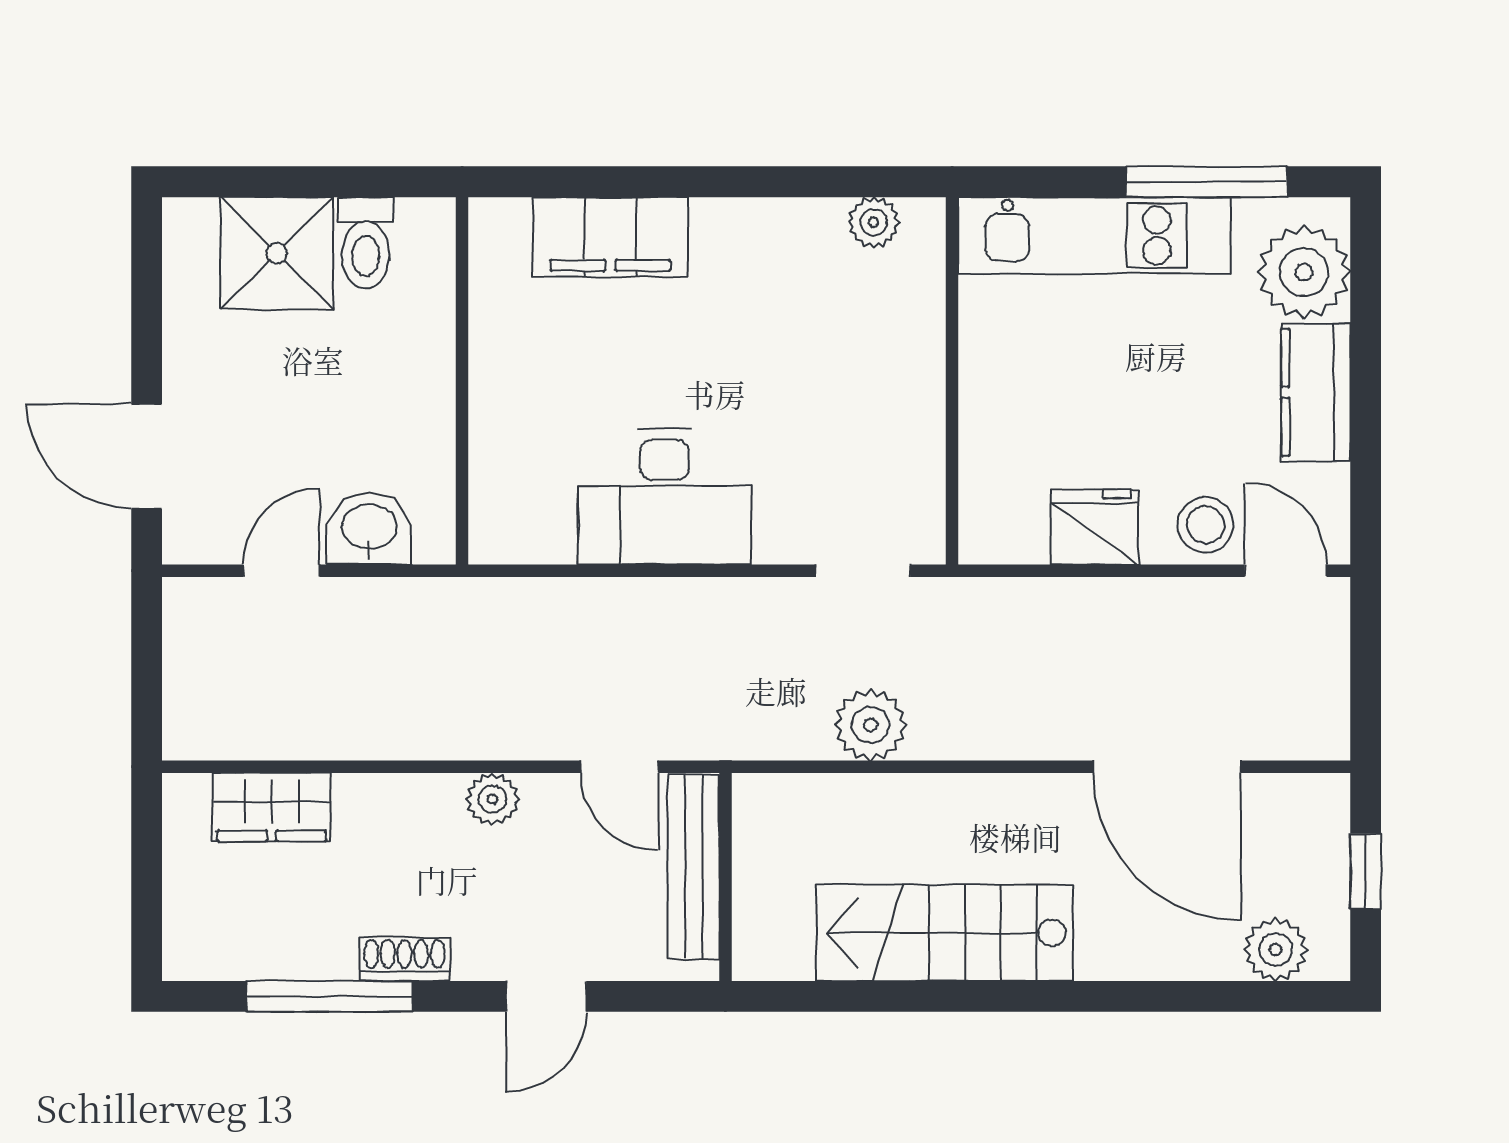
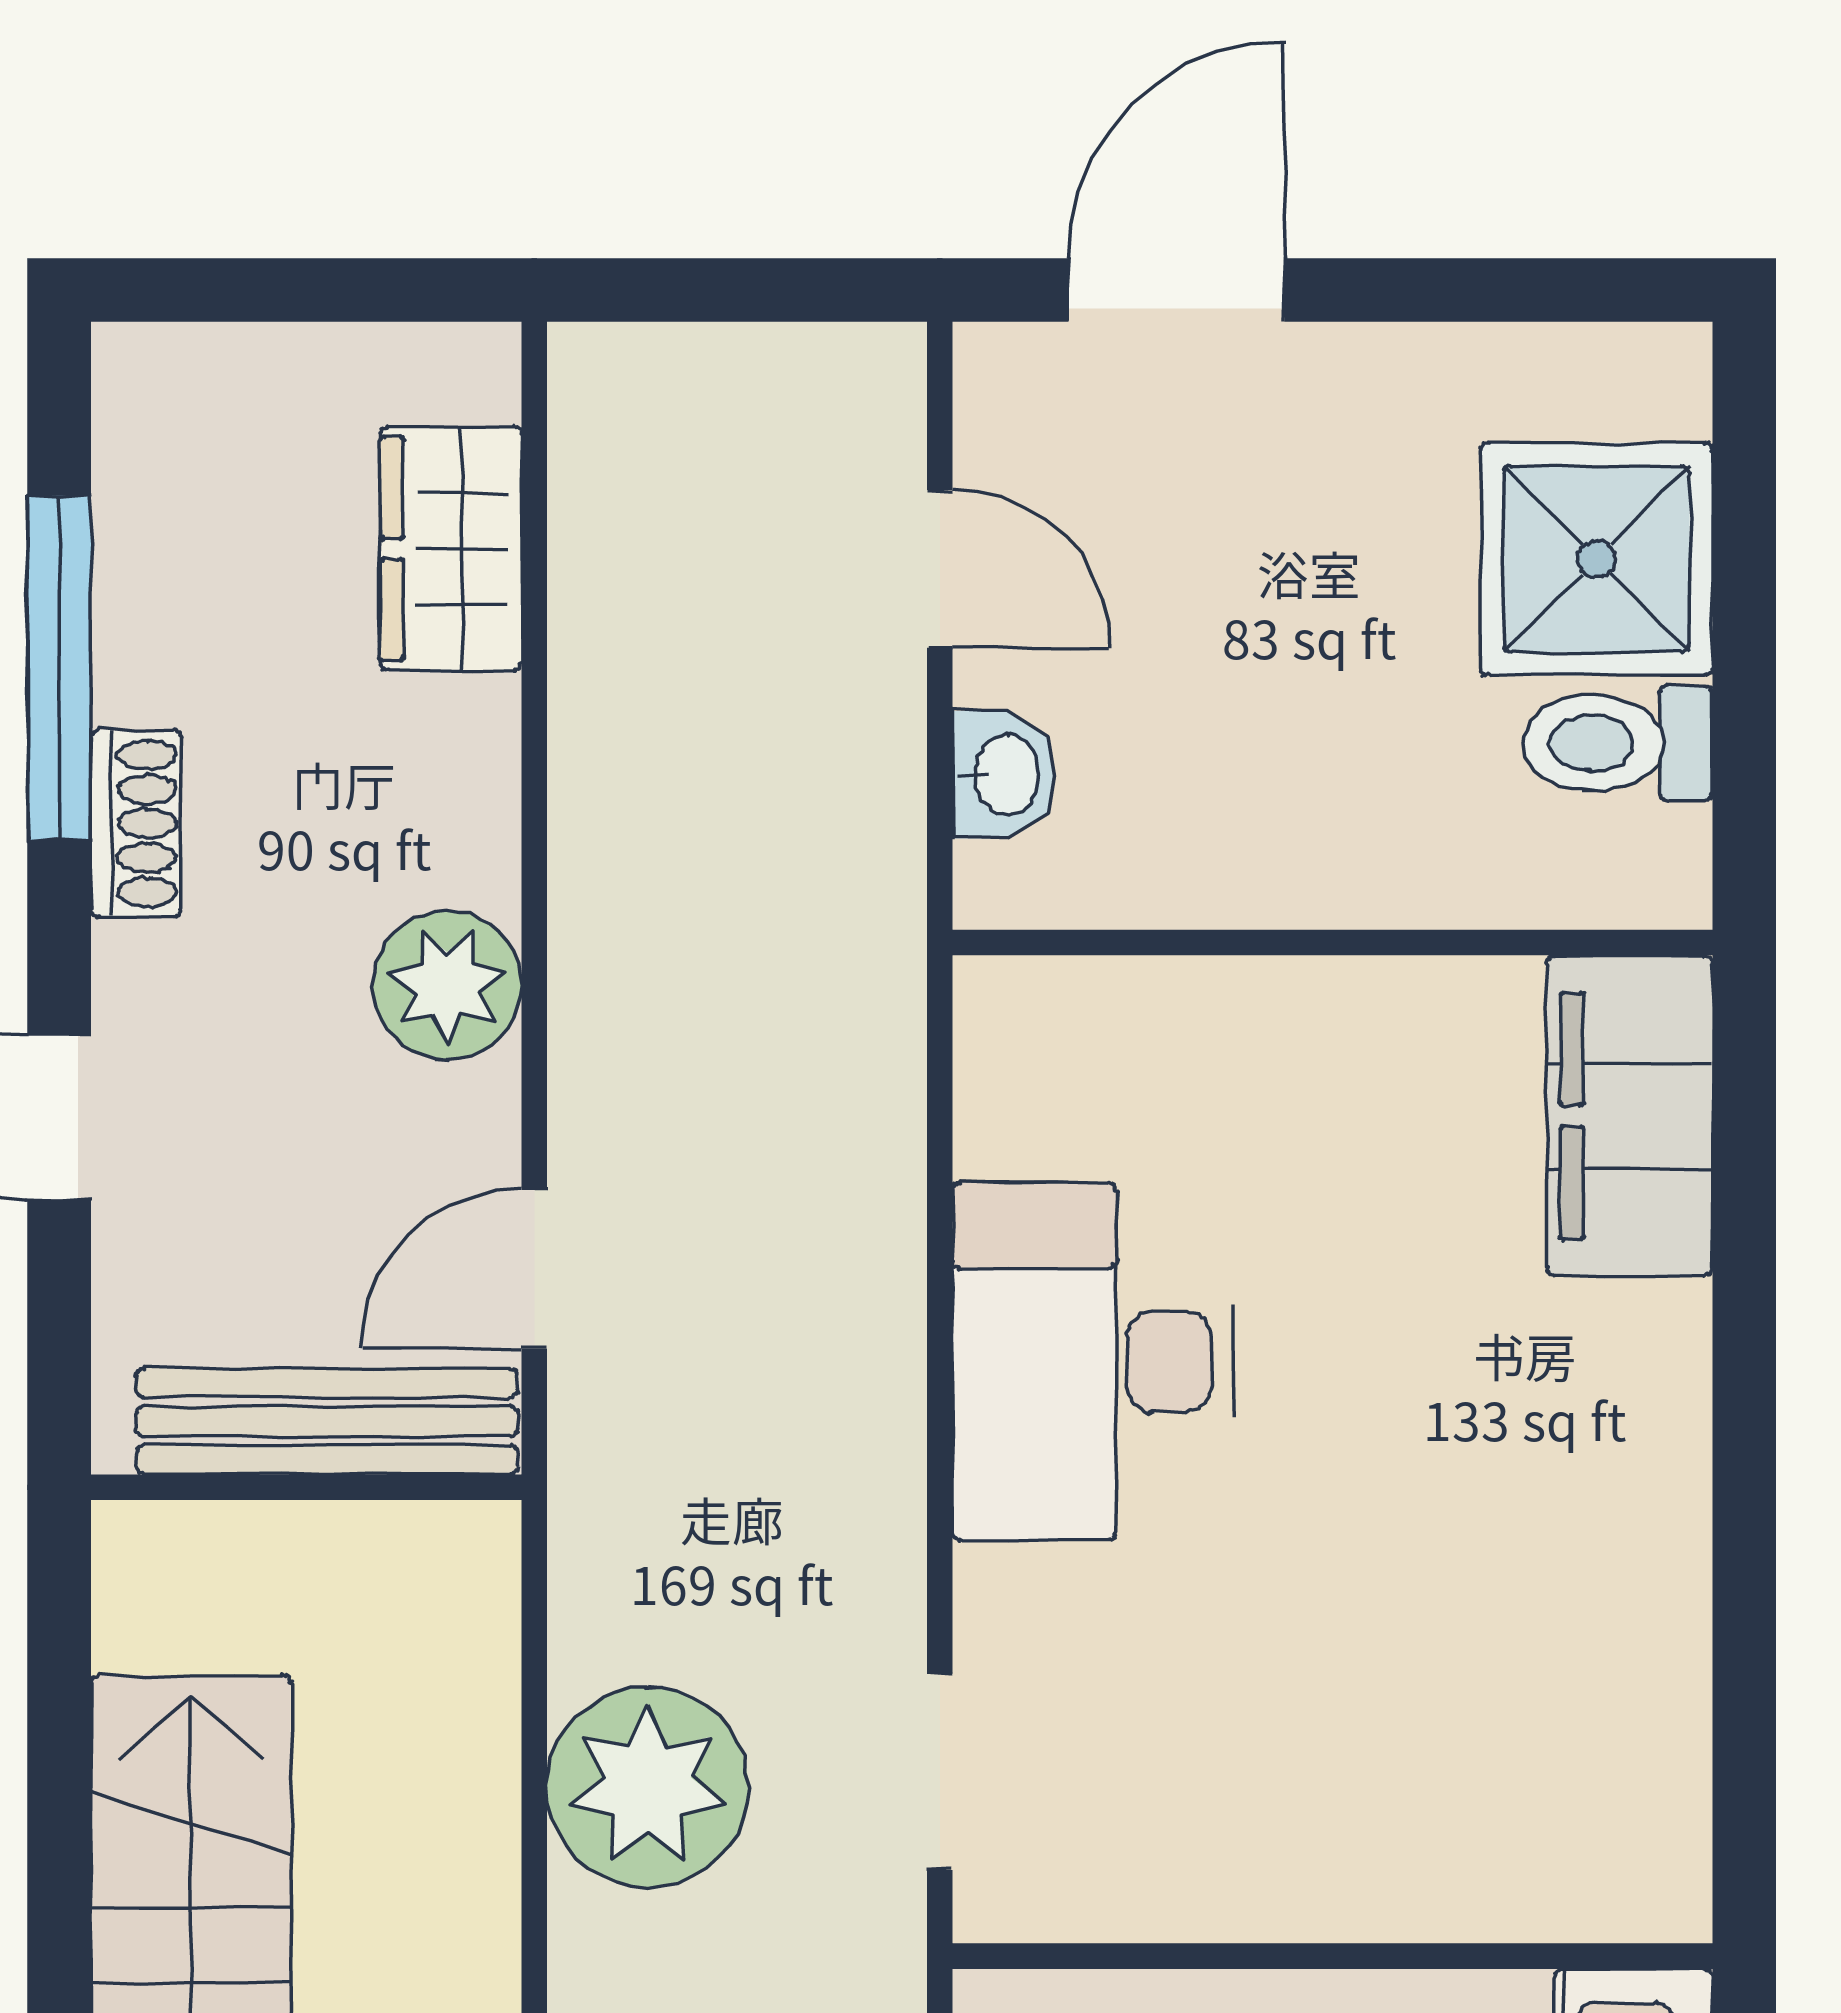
plant: (874, 222) -> (1660, 1794), removed
filing cabinet: (610, 237) -> (1630, 1116), moved
washbasin: (369, 529) -> (1004, 775), width x0.72, depth x0.69
plant: (870, 725) -> (648, 1787), width x1.36, depth x1.36
plant: (492, 799) -> (447, 985), width x1.38, depth x1.38

